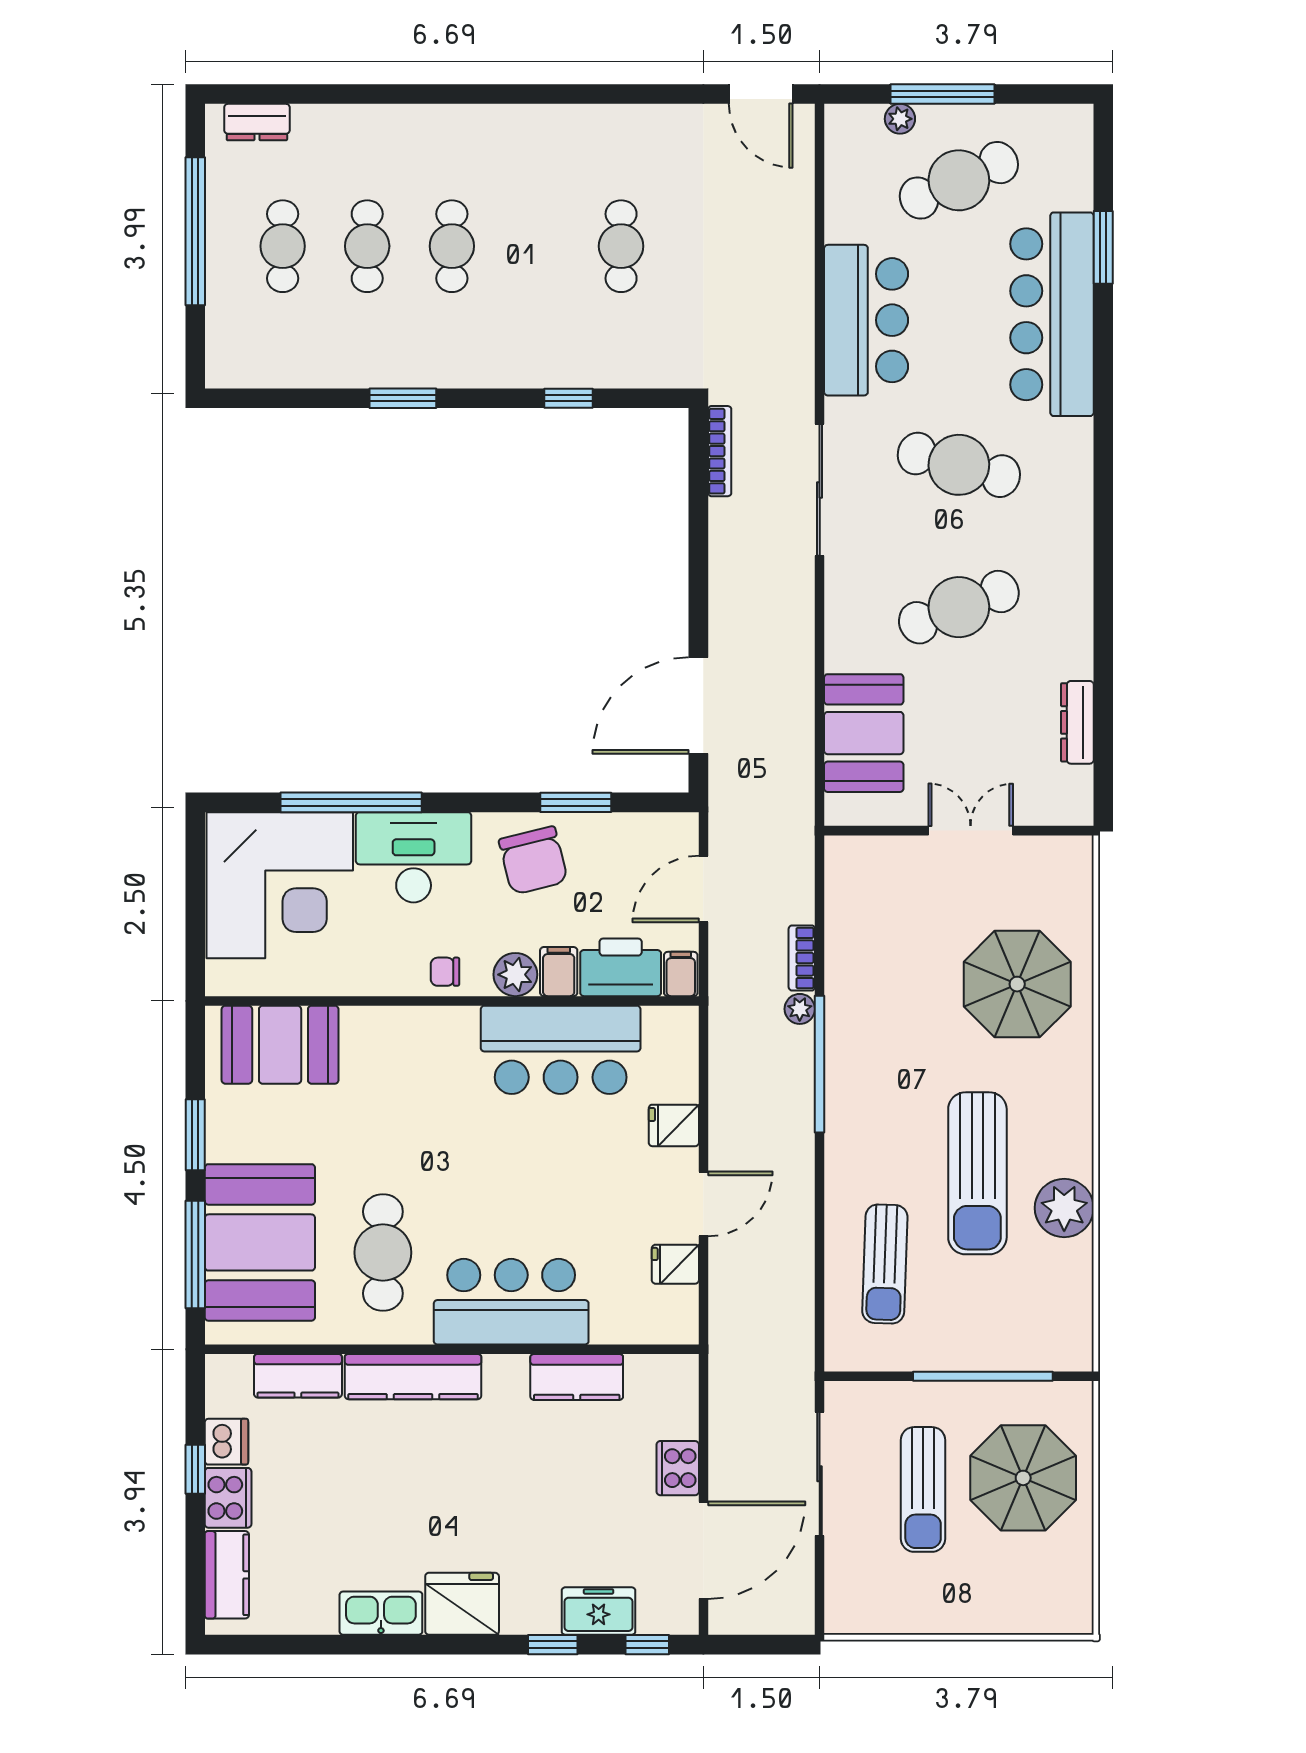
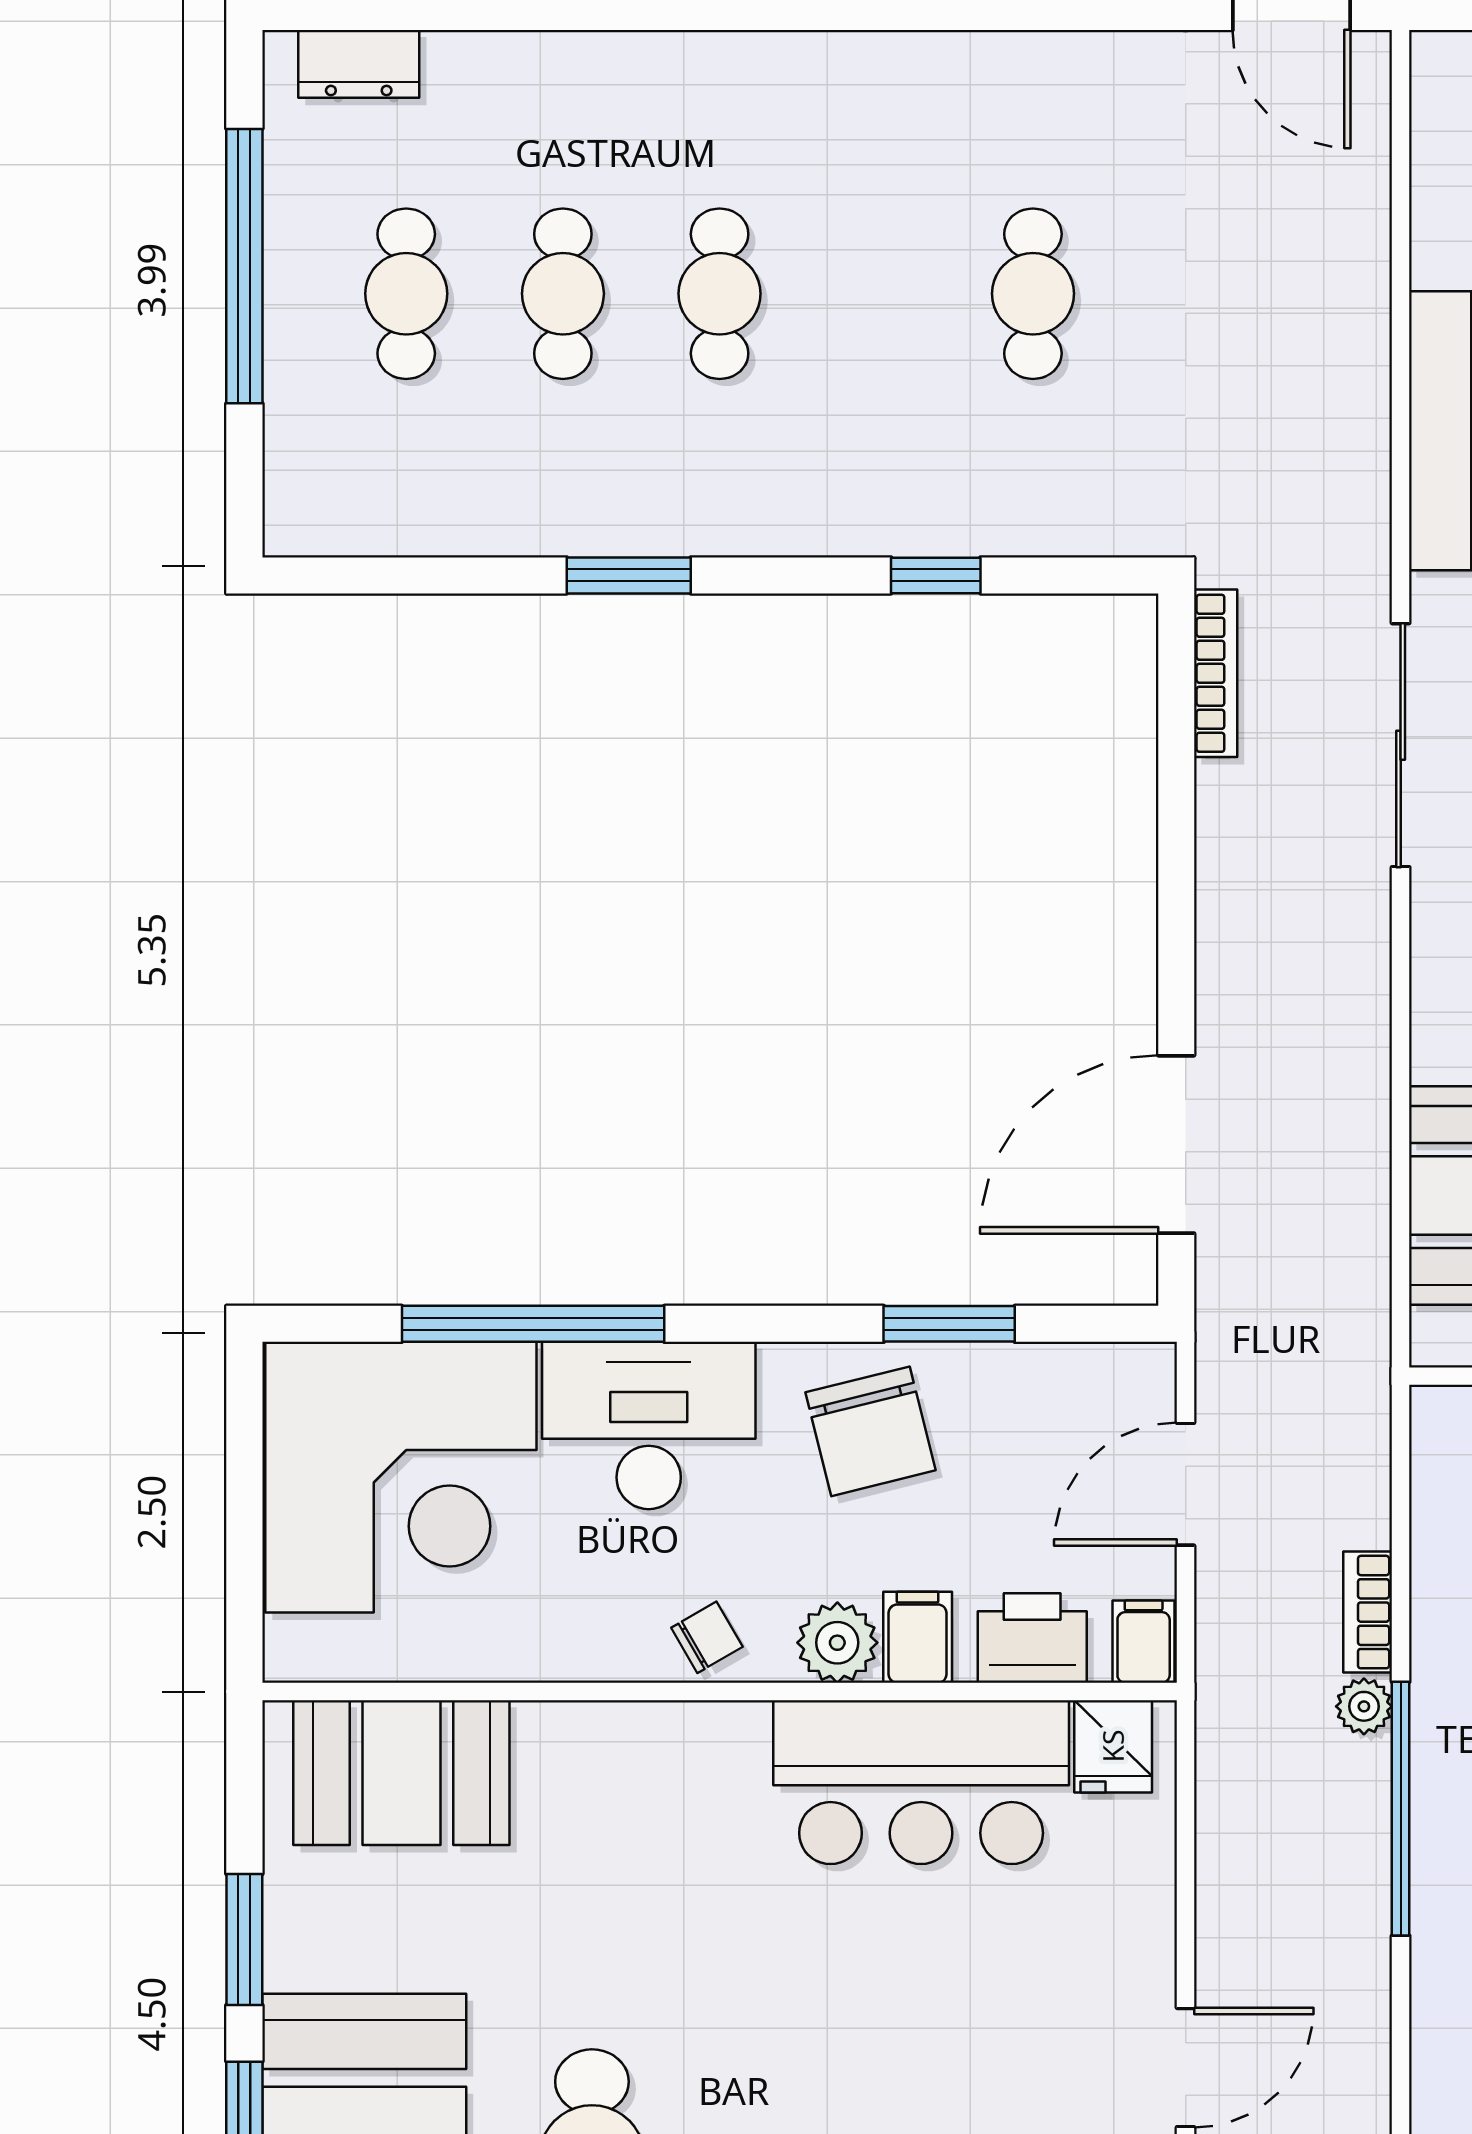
printer: (621, 967) -> (1032, 1638), width x0.73, depth x0.84
chair: (445, 972) -> (707, 1637), turned 150
fridge: (674, 1125) -> (1113, 1746), moved, turned -90

